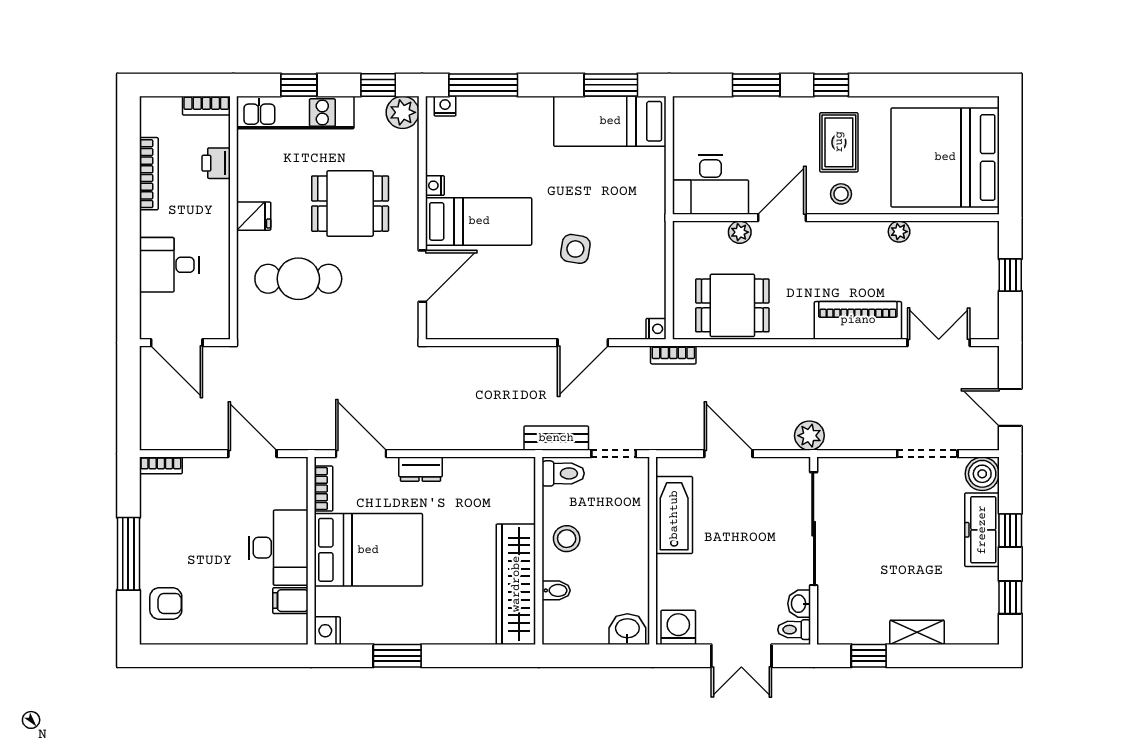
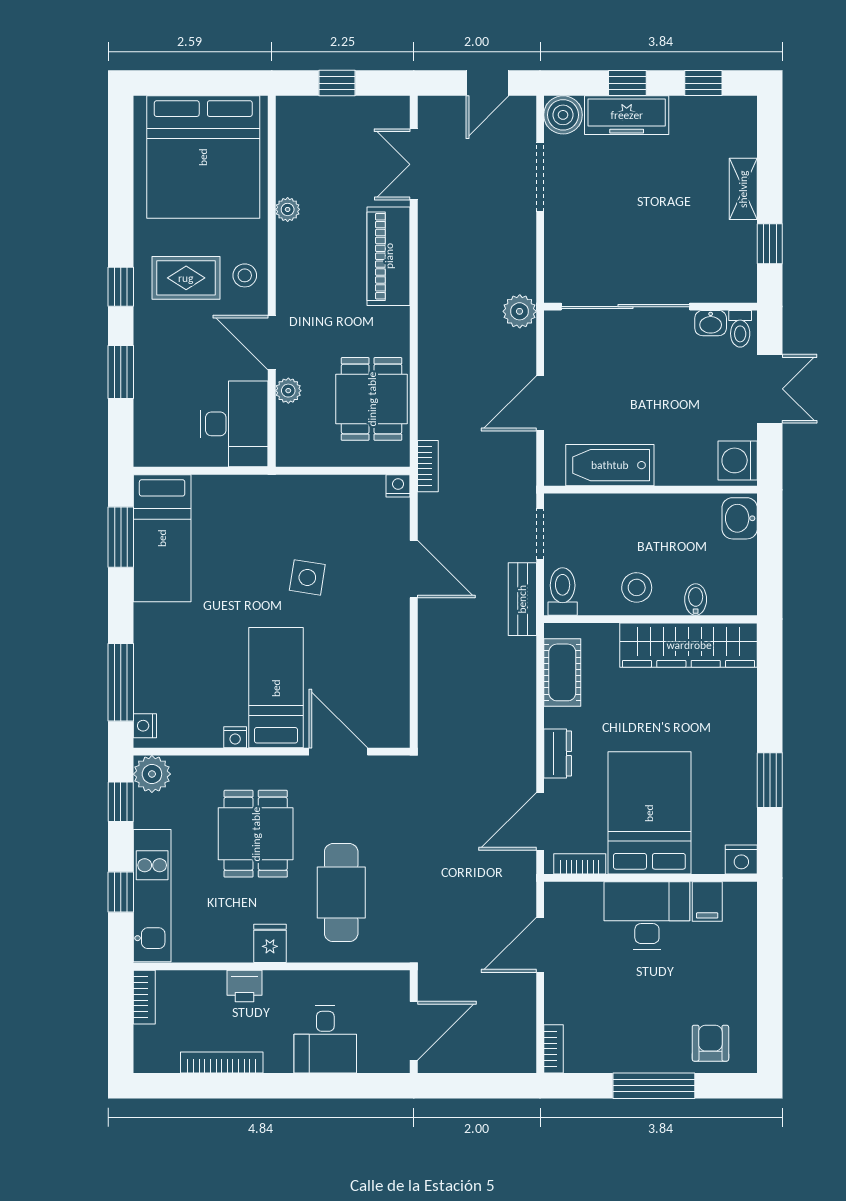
printer: (216, 163) -> (244, 986), moved
cot: (492, 473) -> (562, 672), added

